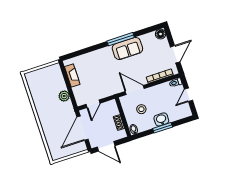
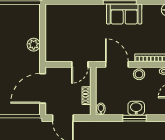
fireplace: (72, 75) -> (51, 24), removed
door: (93, 104) -> (80, 64), moved
stool: (141, 109) -> (139, 74), moved

